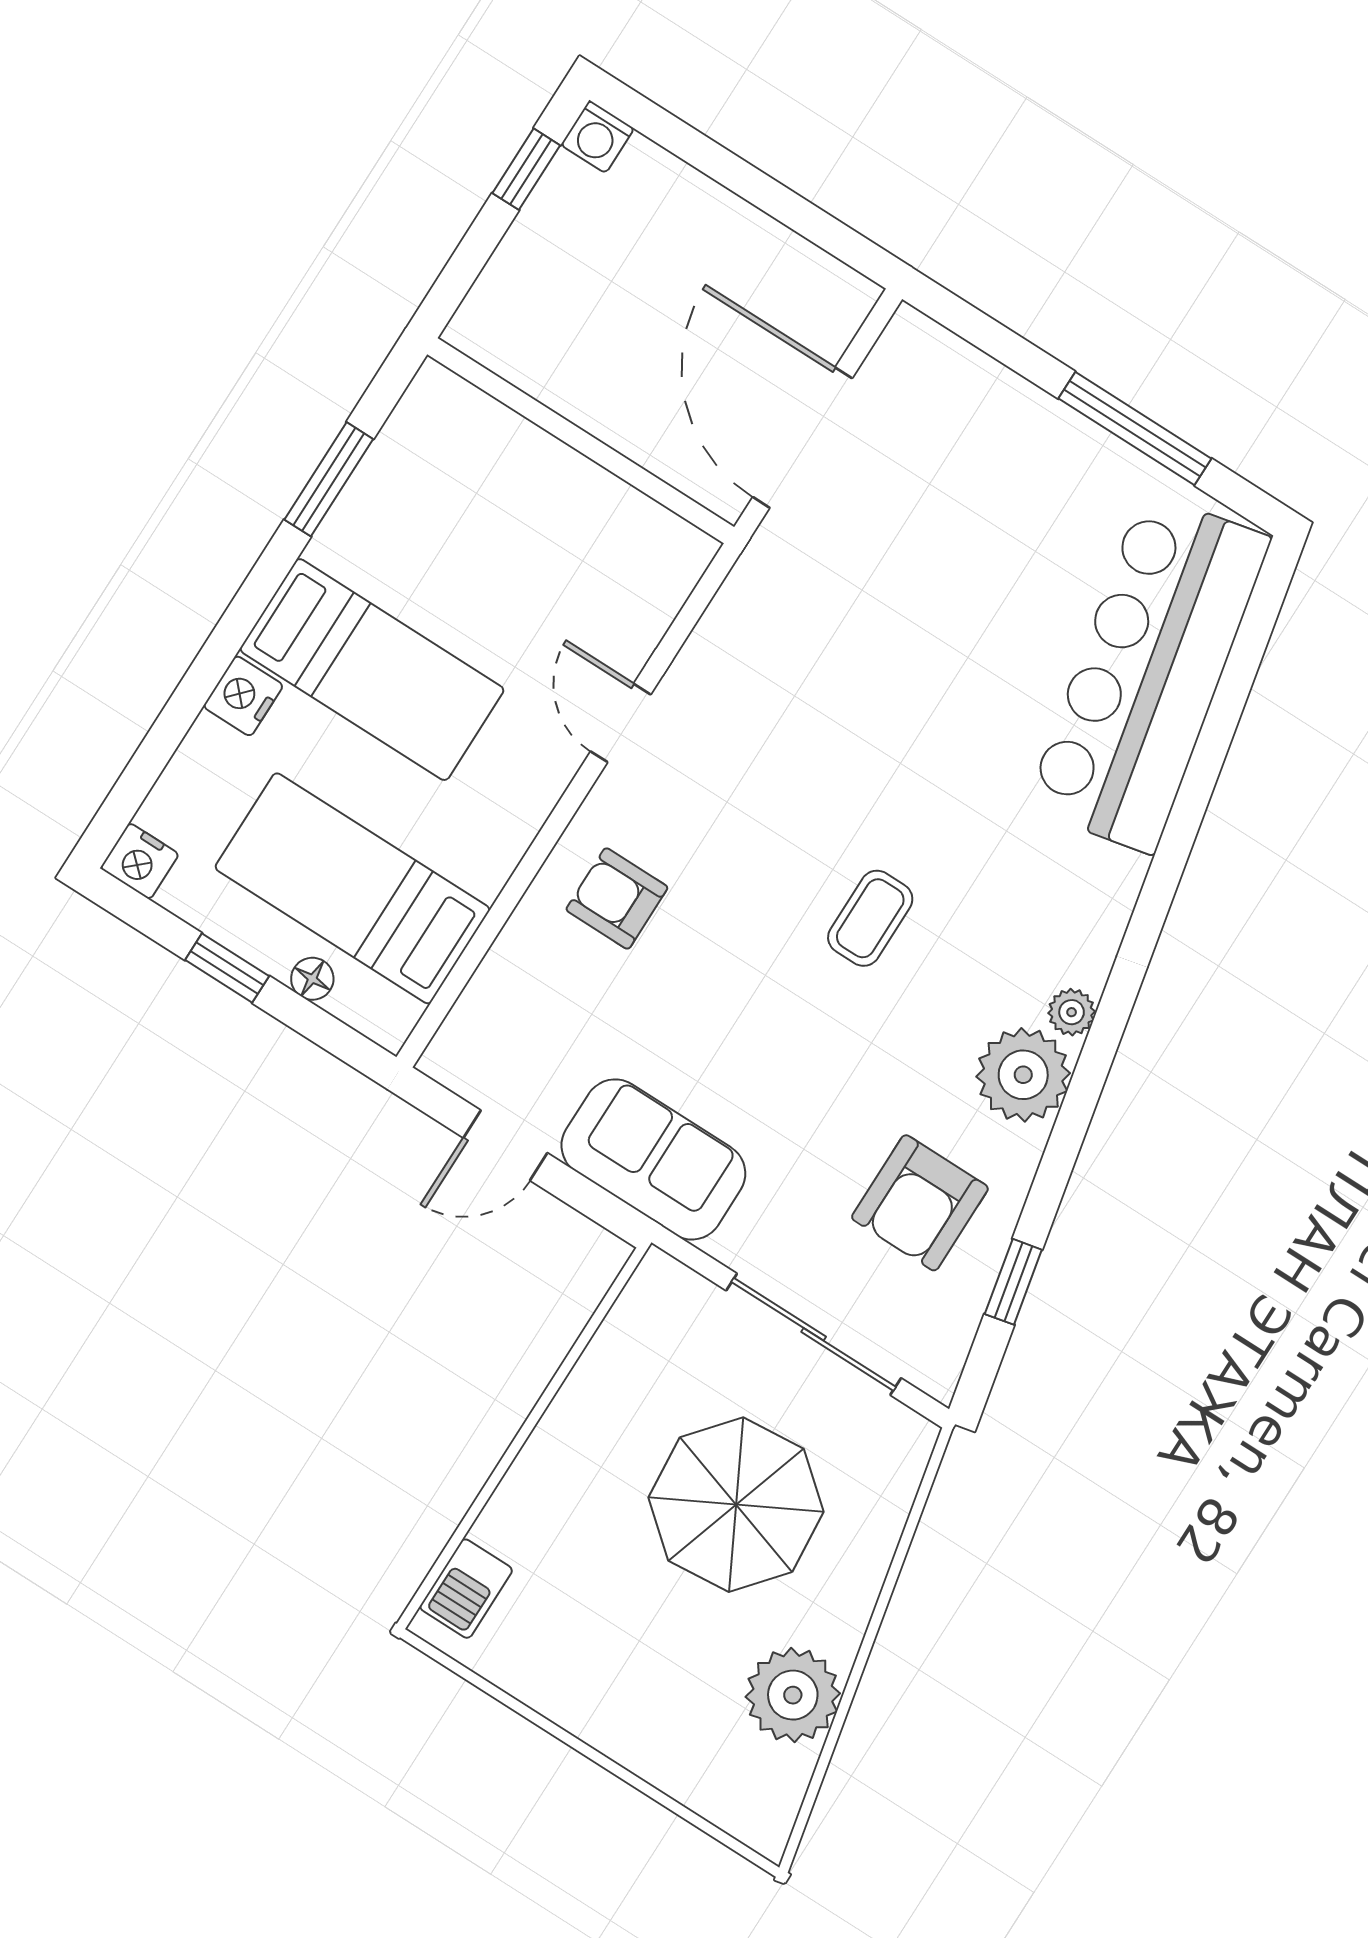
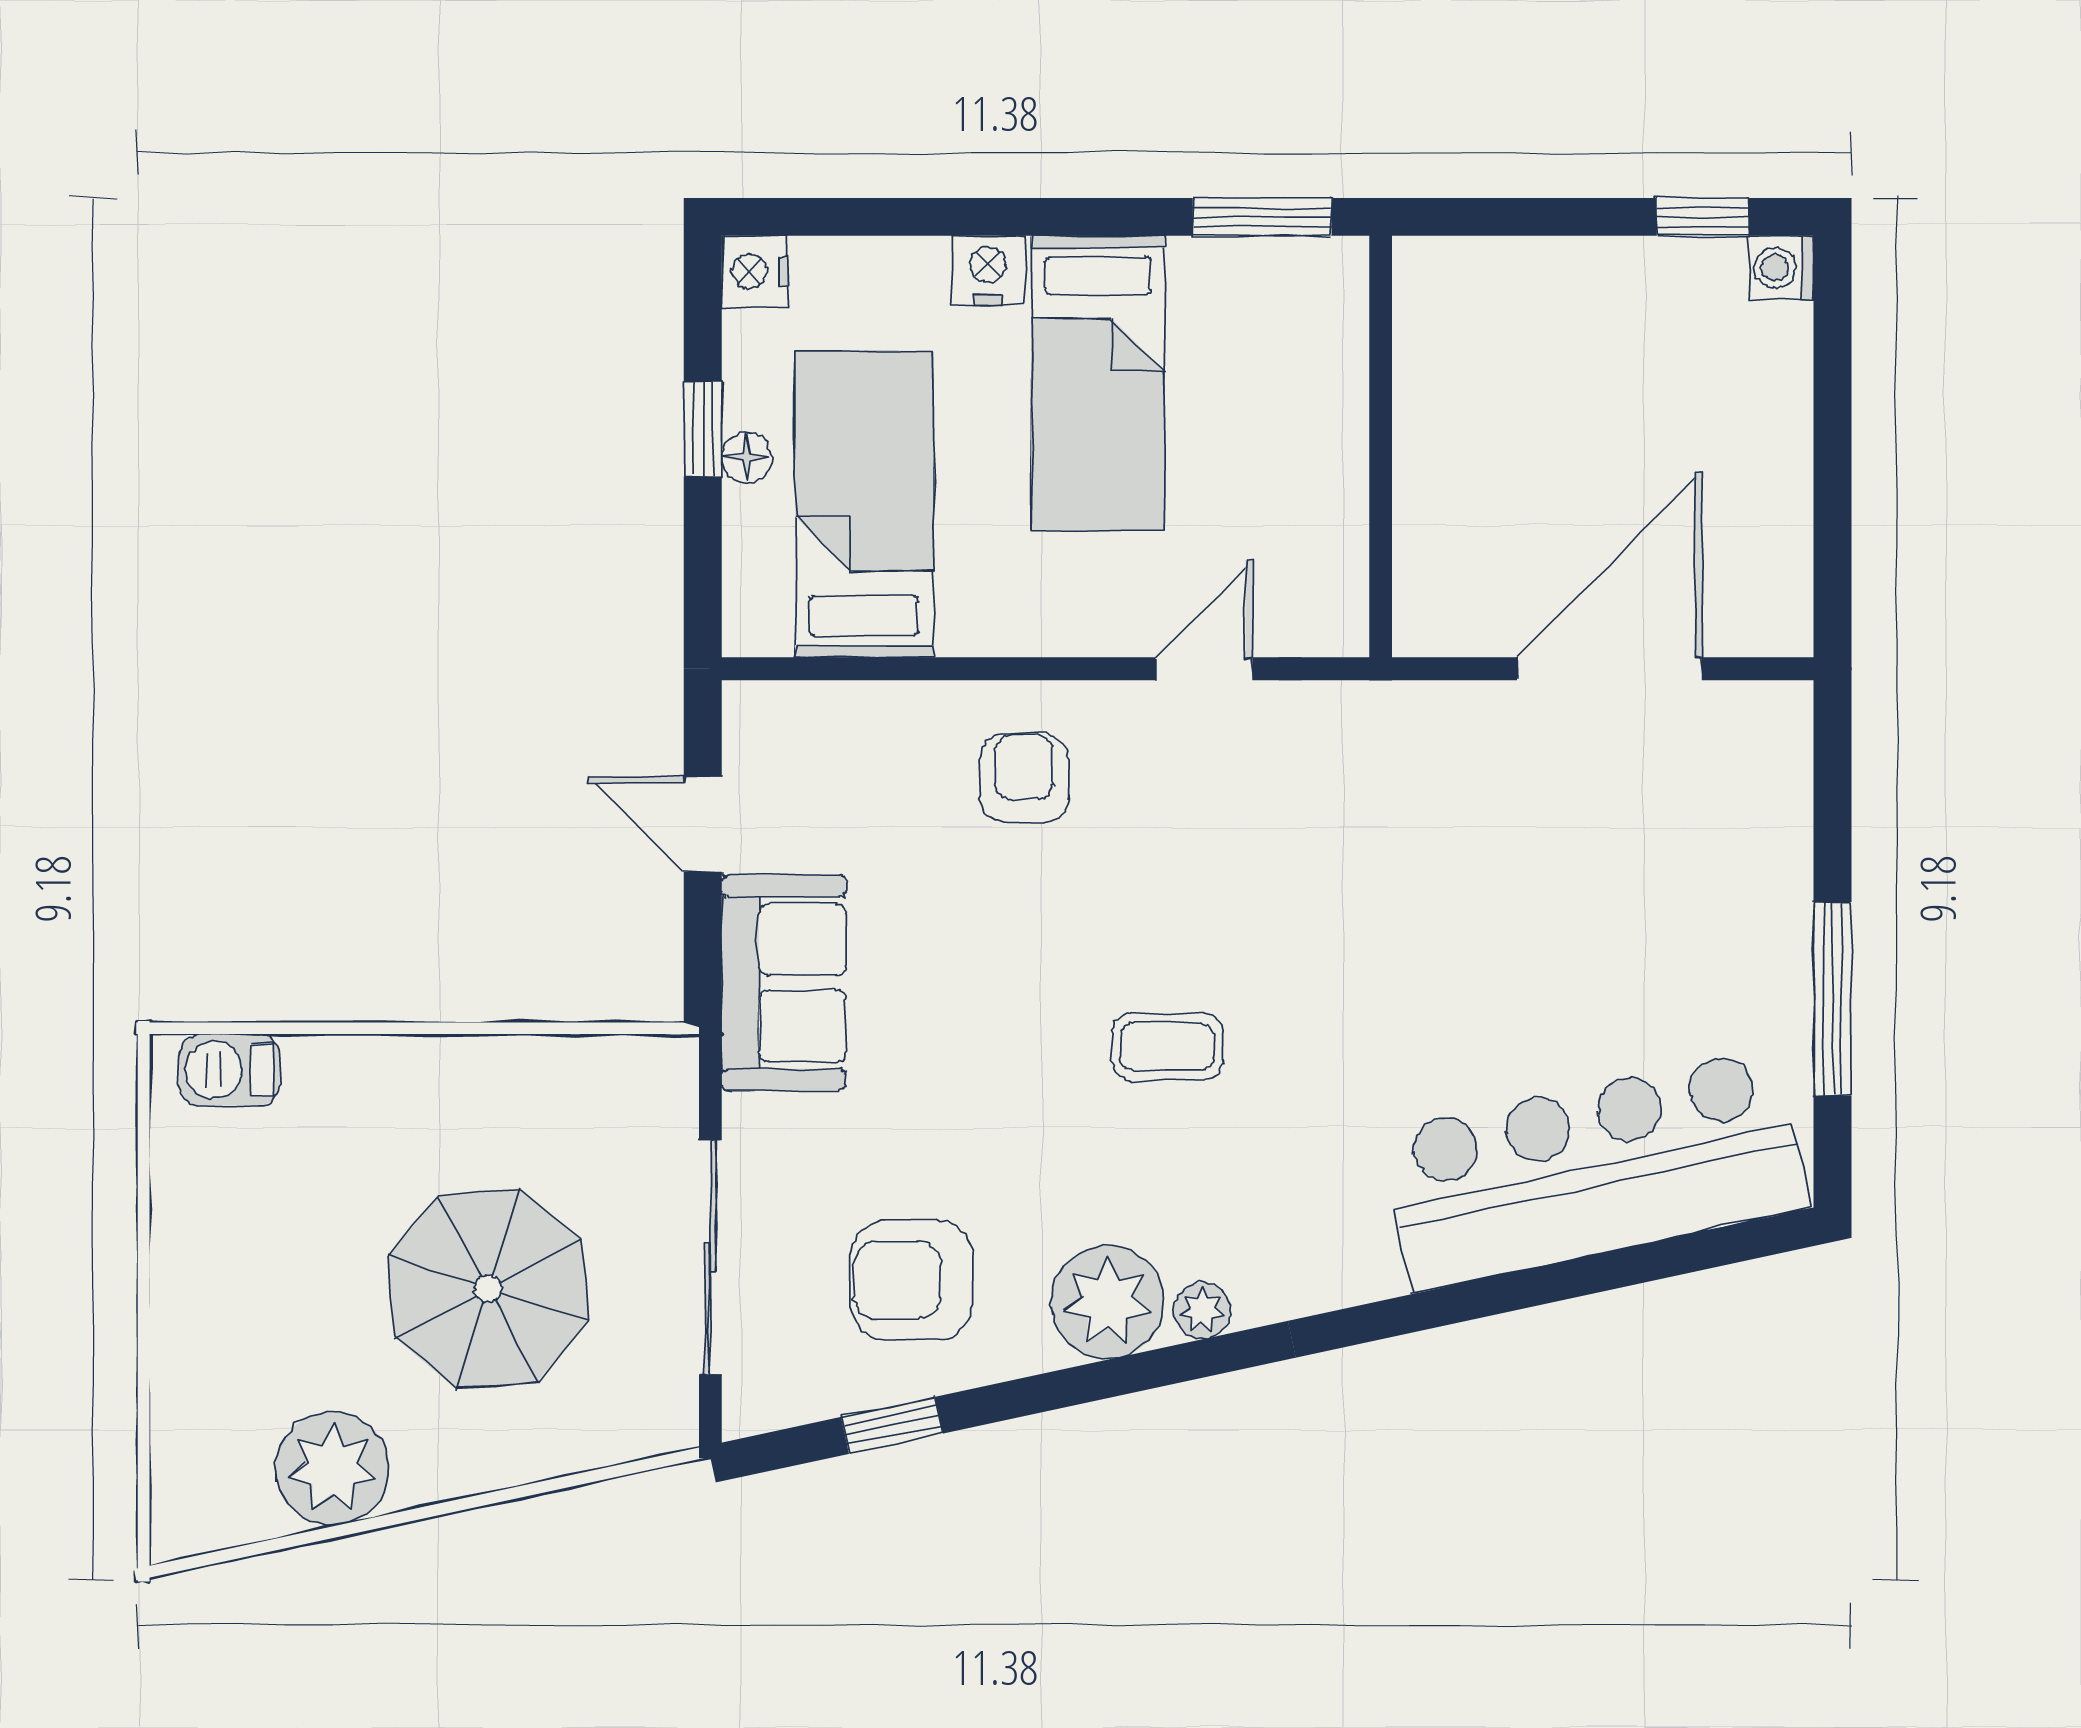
wall: (581, 441) -> (1381, 447), moved
floor lamp: (312, 979) -> (747, 458), moved

